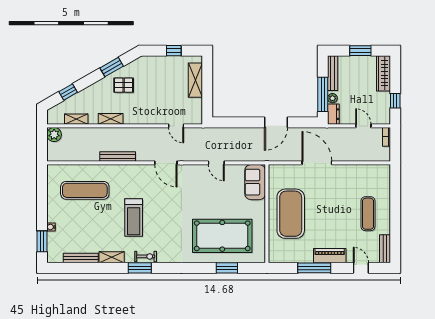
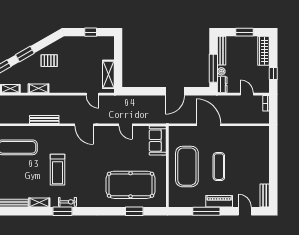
window: (112, 67) -> (25, 54), moved
shelving: (195, 80) -> (108, 74), moved
exercise mat: (368, 214) -> (219, 167), moved

